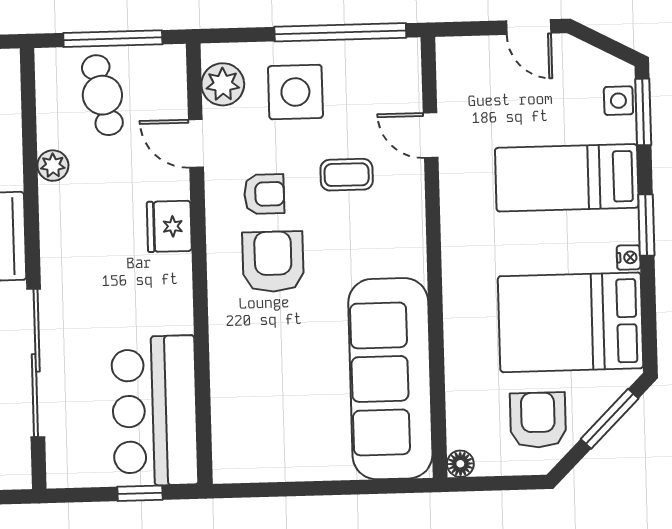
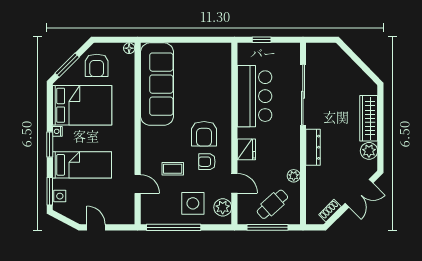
cafe table: (102, 95) -> (272, 204), turned 60
bar counter: (155, 411) -> (255, 96), moved

